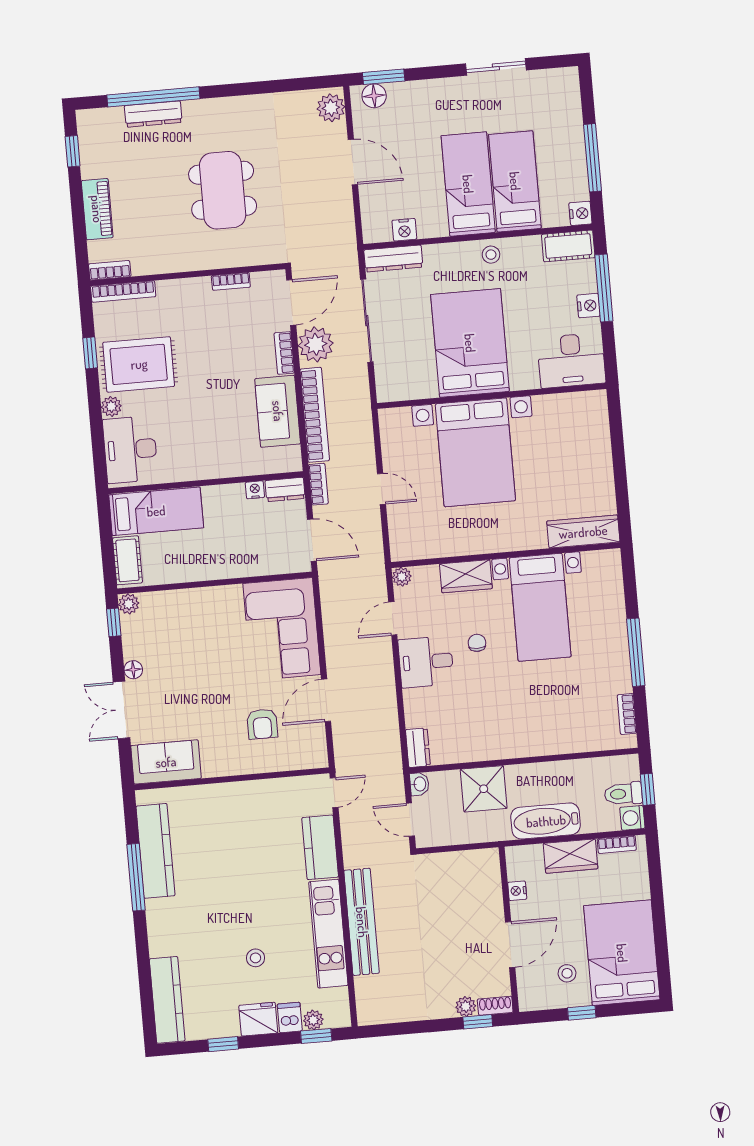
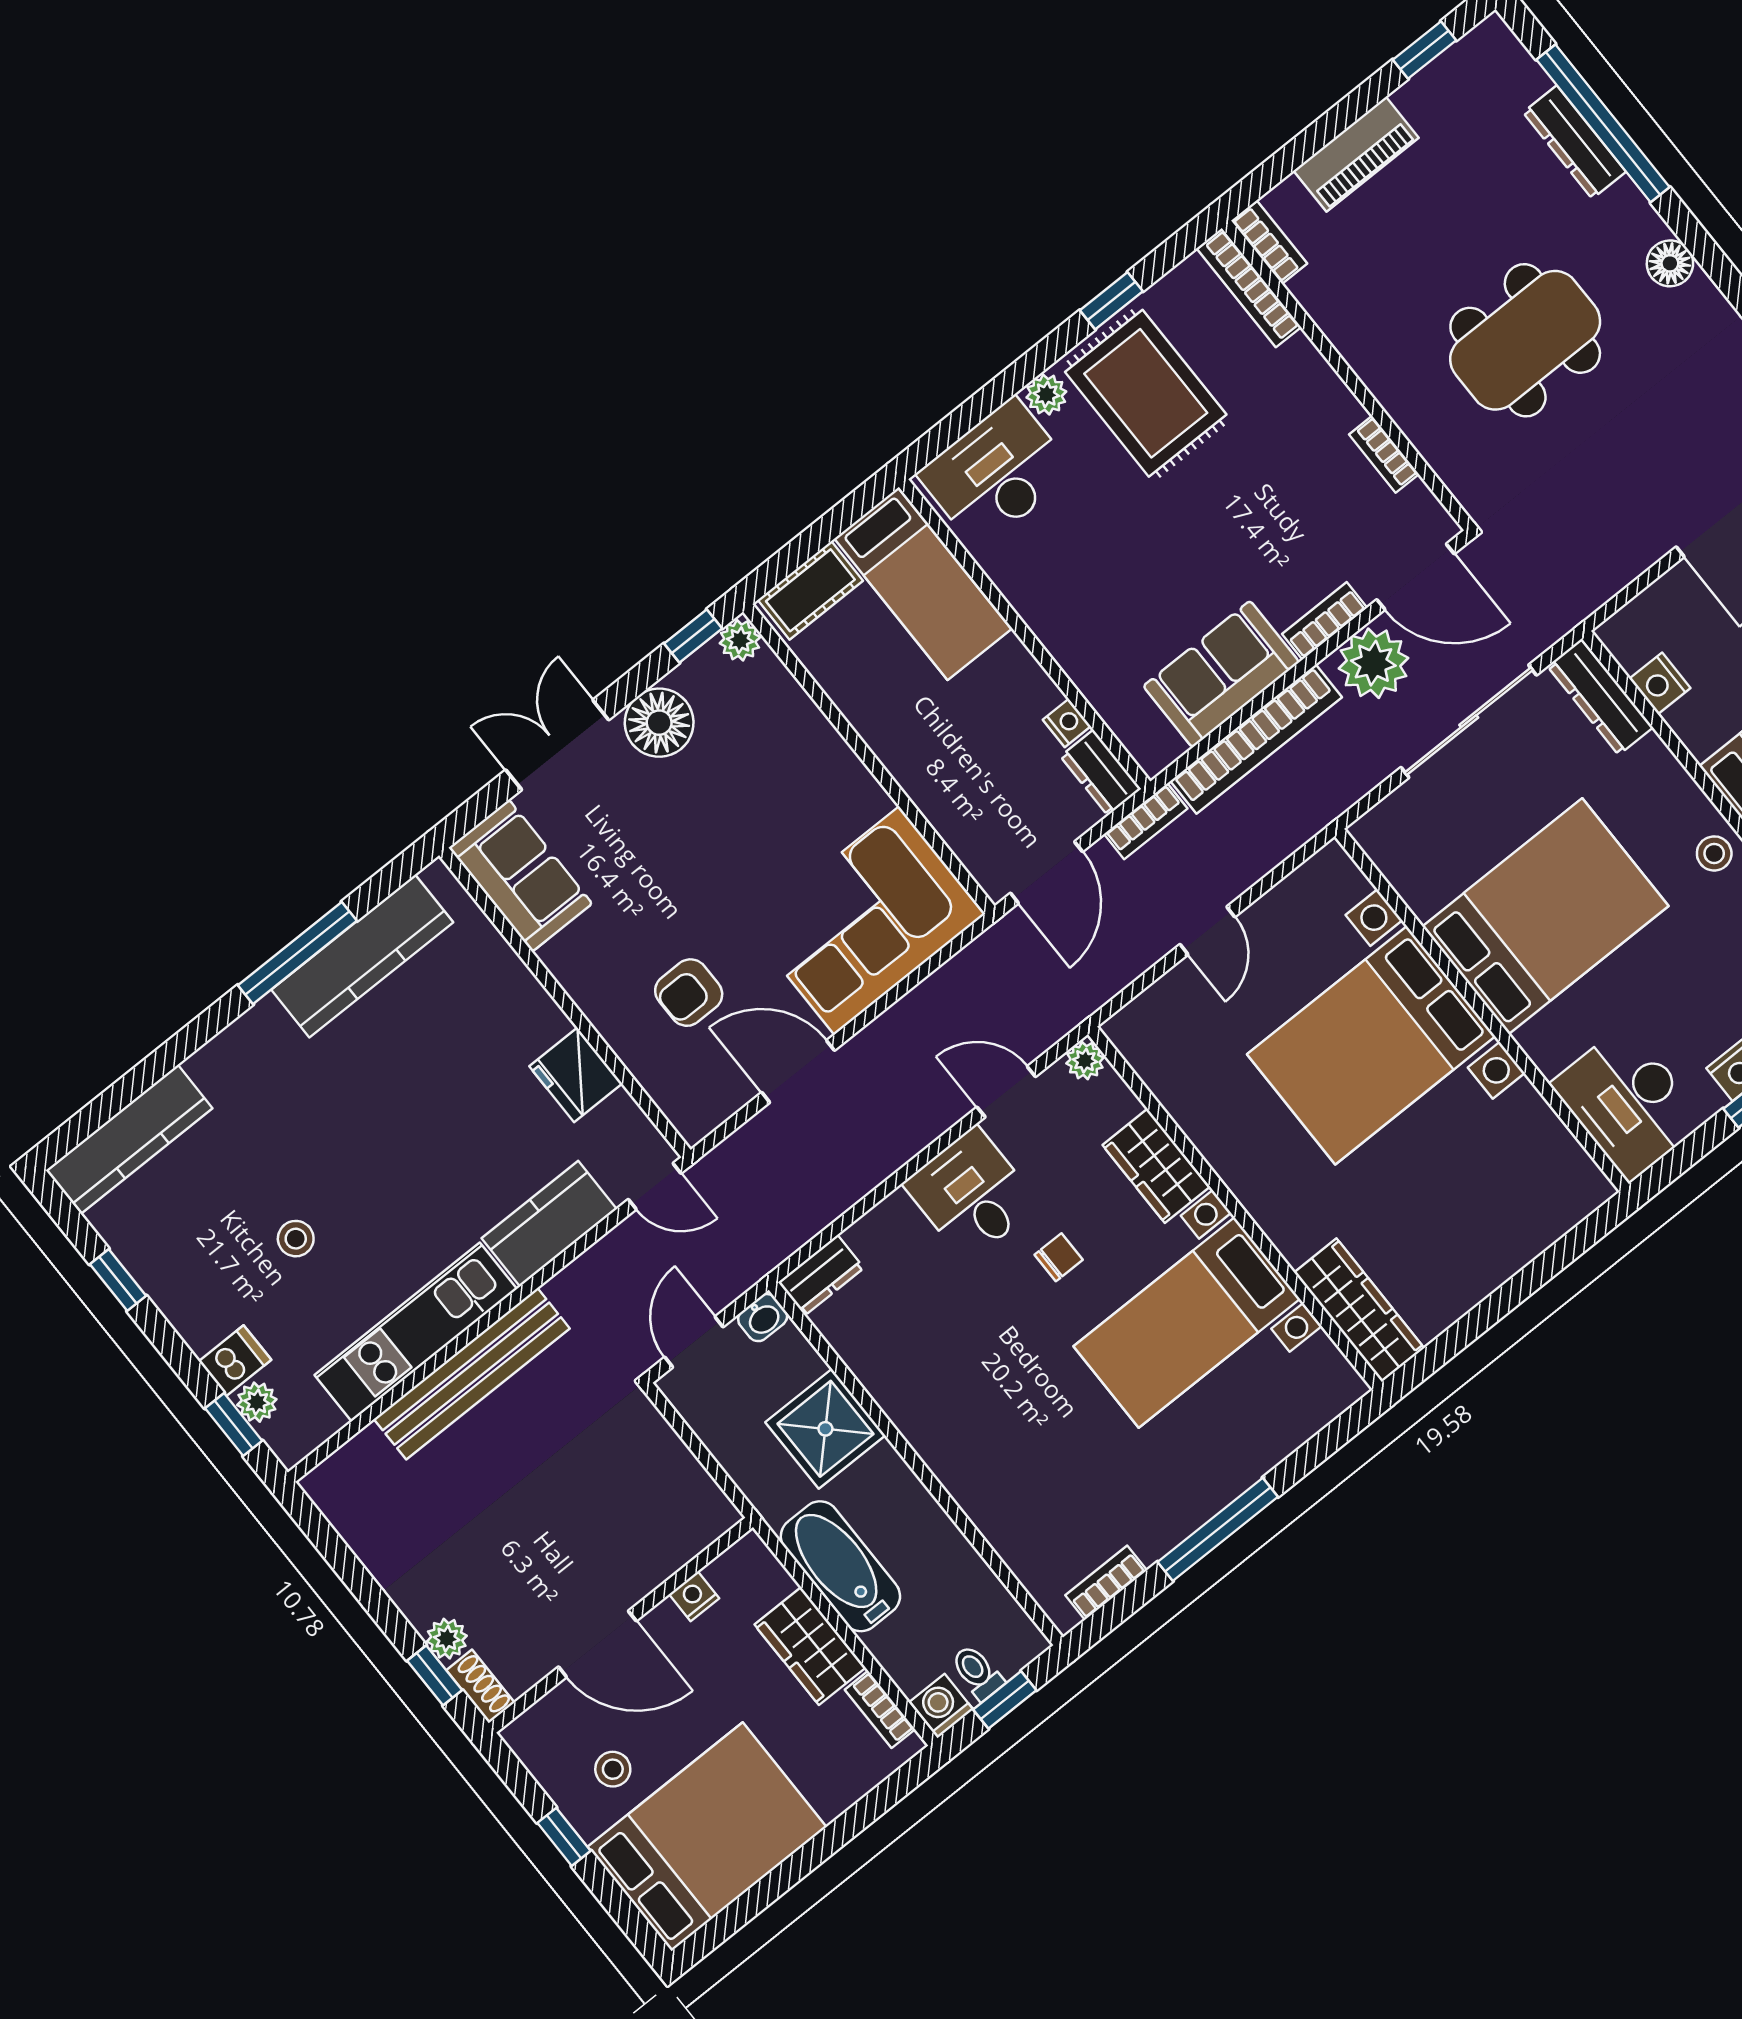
floor lamp: (231, 108) -> (1670, 263), added
floor lamp: (133, 670) -> (659, 723), width x1.89, depth x1.89
toilet: (623, 794) -> (977, 1672), width x0.73, depth x0.72
fridge: (258, 1019) -> (576, 1075), moved, turned 180

